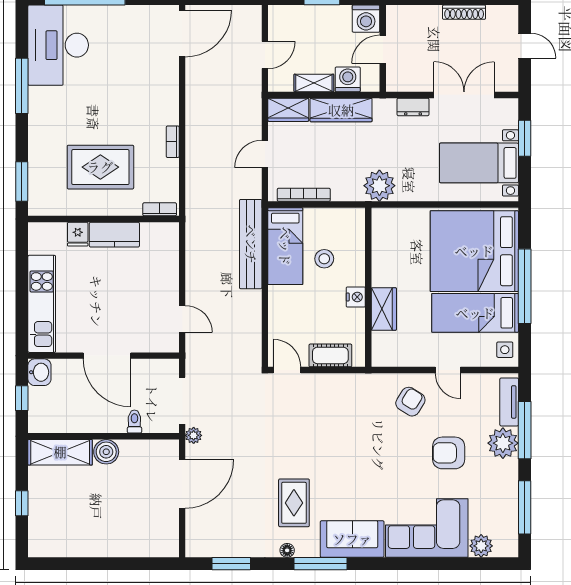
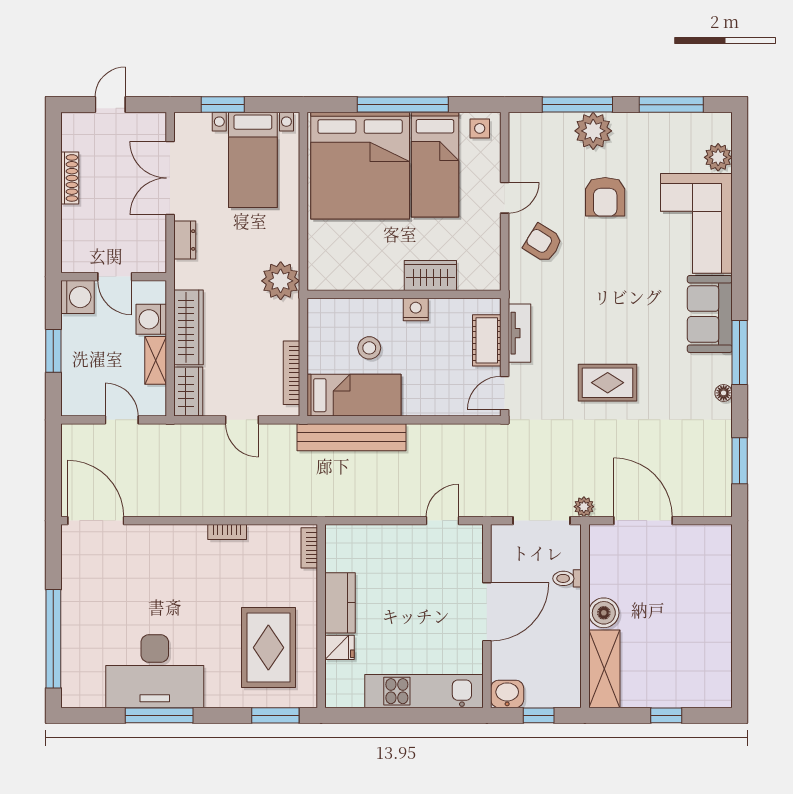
desk: (58, 45) -> (155, 671), moved
rug: (100, 167) -> (268, 648), moved
tv unit: (509, 402) -> (519, 333), moved, turned -90
rug: (294, 503) -> (608, 383), moved

